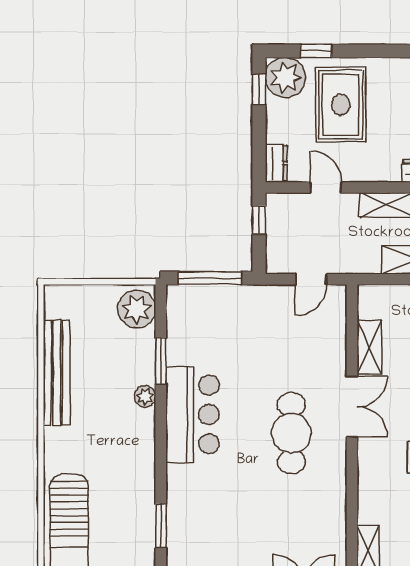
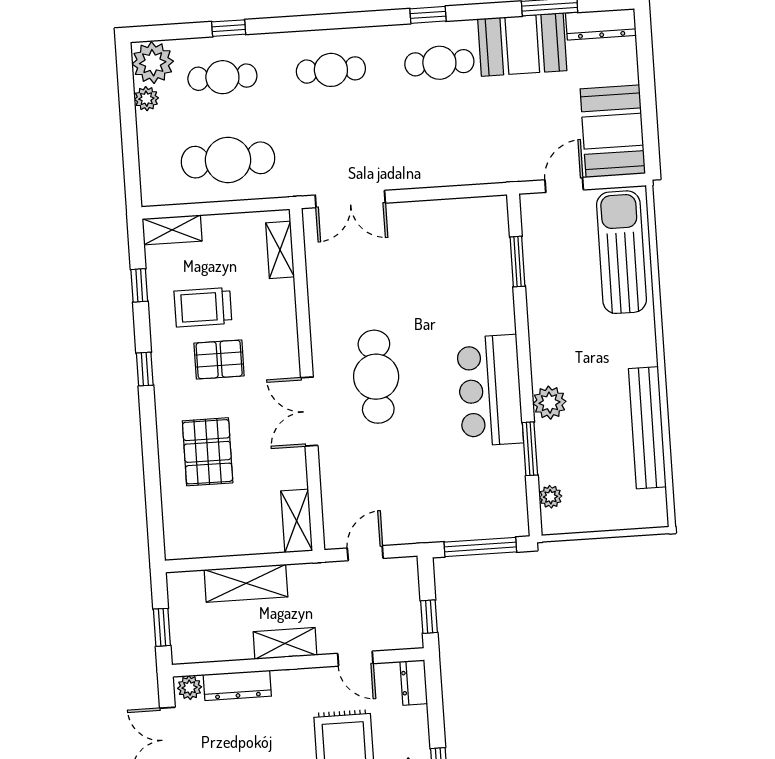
plant: (137, 309) -> (550, 497), width x0.53, depth x0.53
shelving: (369, 347) -> (297, 521), moved
plant: (145, 396) -> (549, 403), width x1.38, depth x1.38

